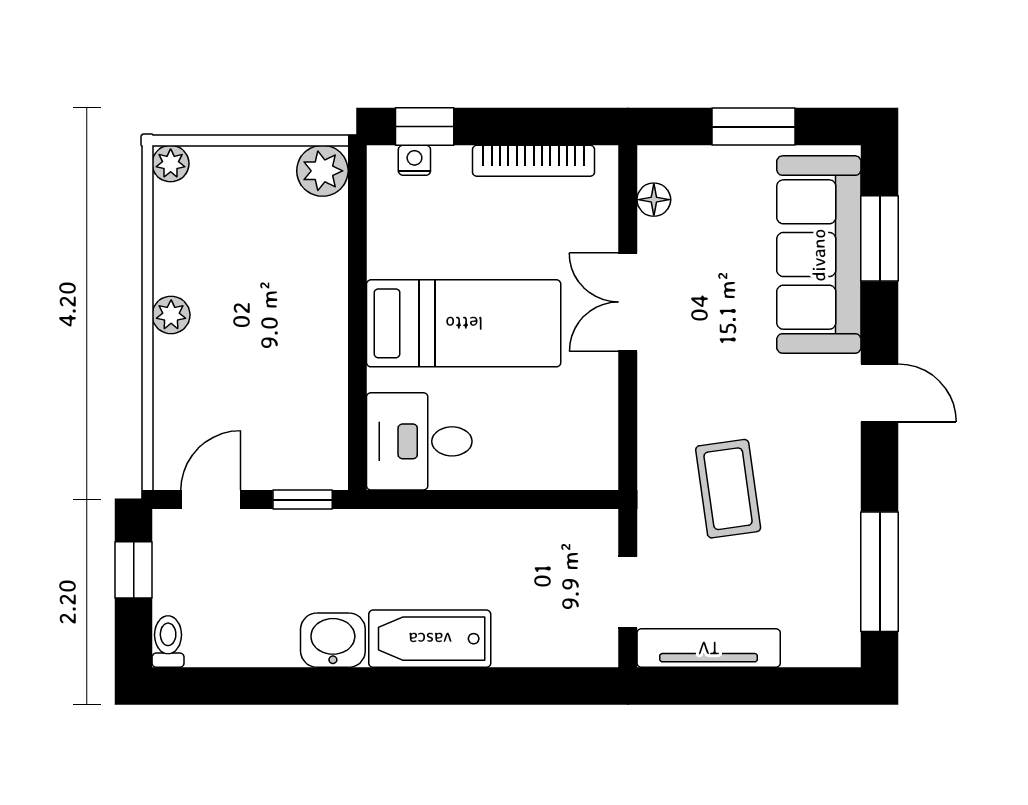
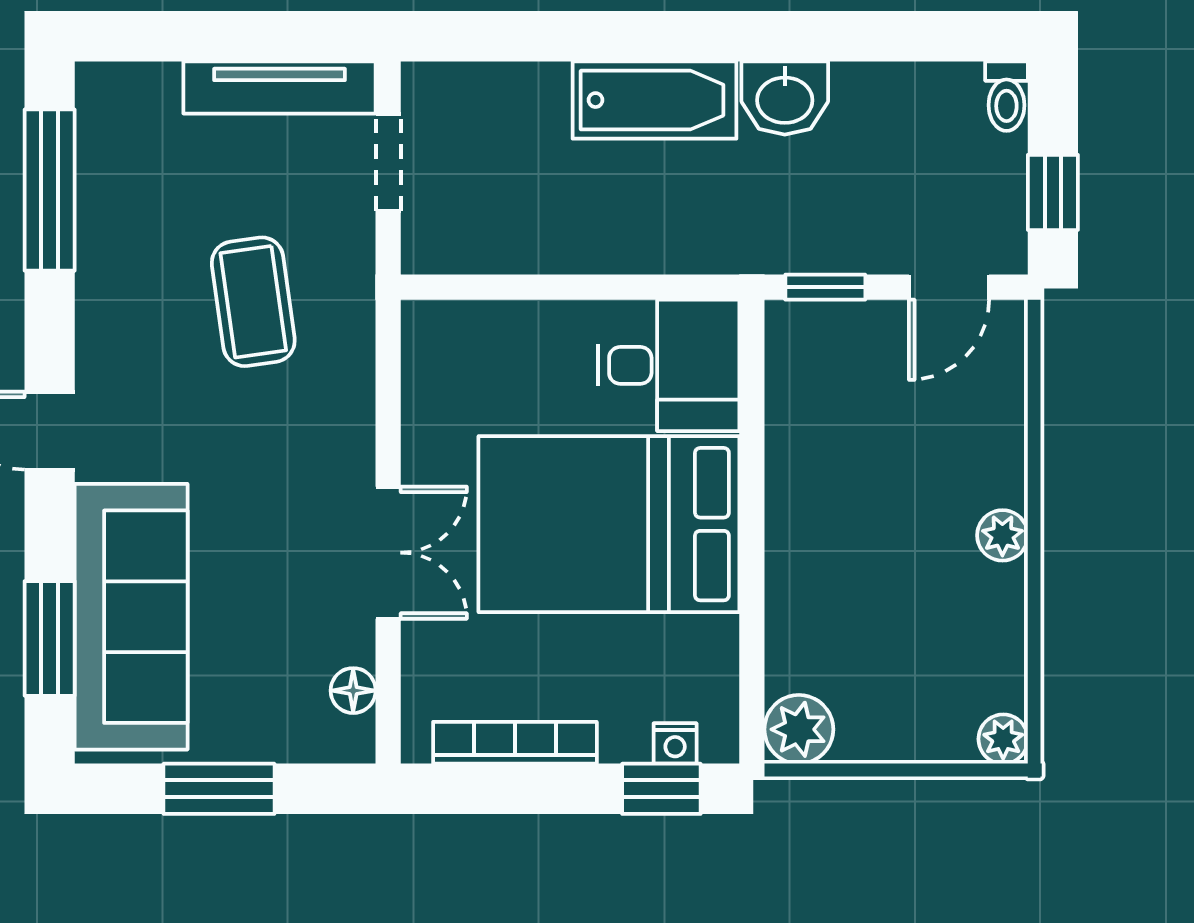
bed: (464, 323) -> (609, 524), width x1.50

